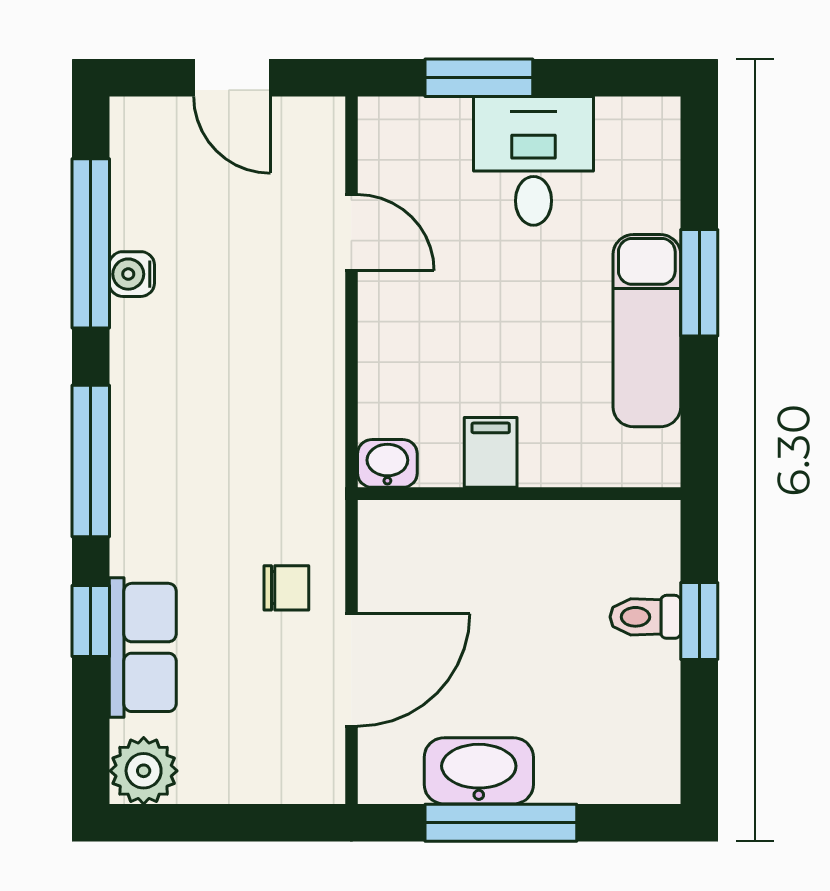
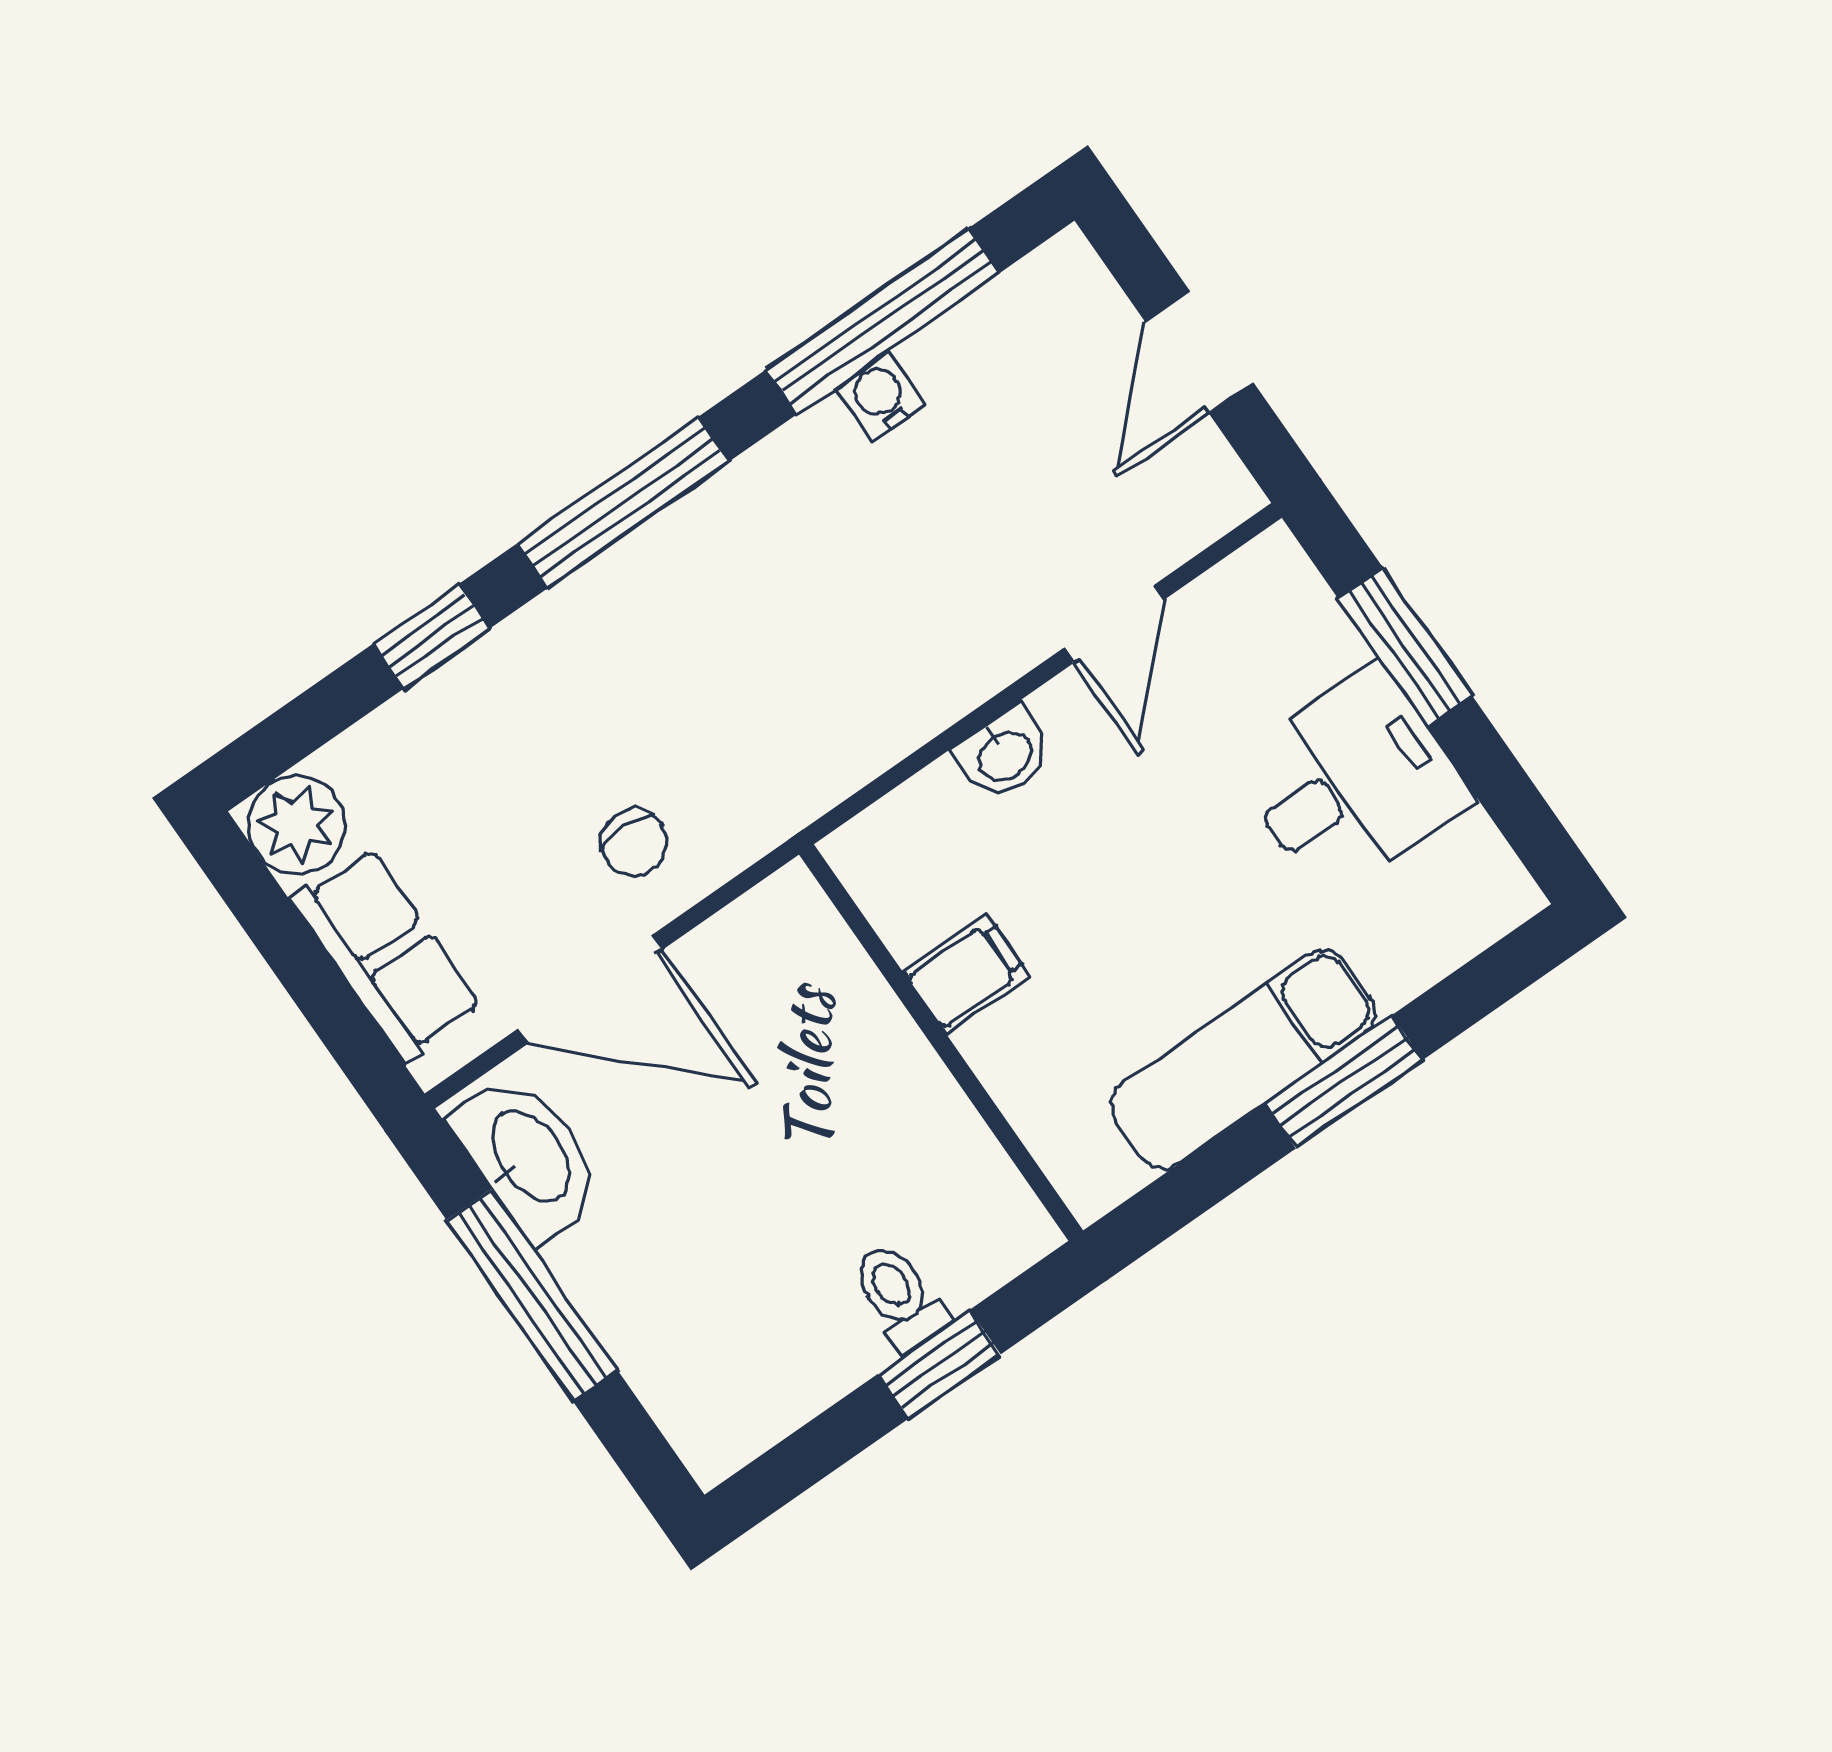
washbasin: (387, 463) -> (1004, 754), moved, turned 90
row of seats: (143, 647) -> (387, 954), moved, turned -90
washbasin: (479, 771) -> (528, 1157), moved

